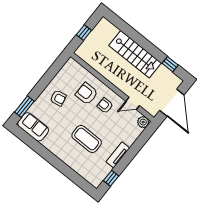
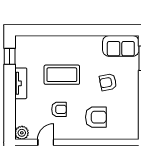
armchair: (58, 98) -> (108, 82), moved
armchair: (105, 105) -> (59, 109), moved

